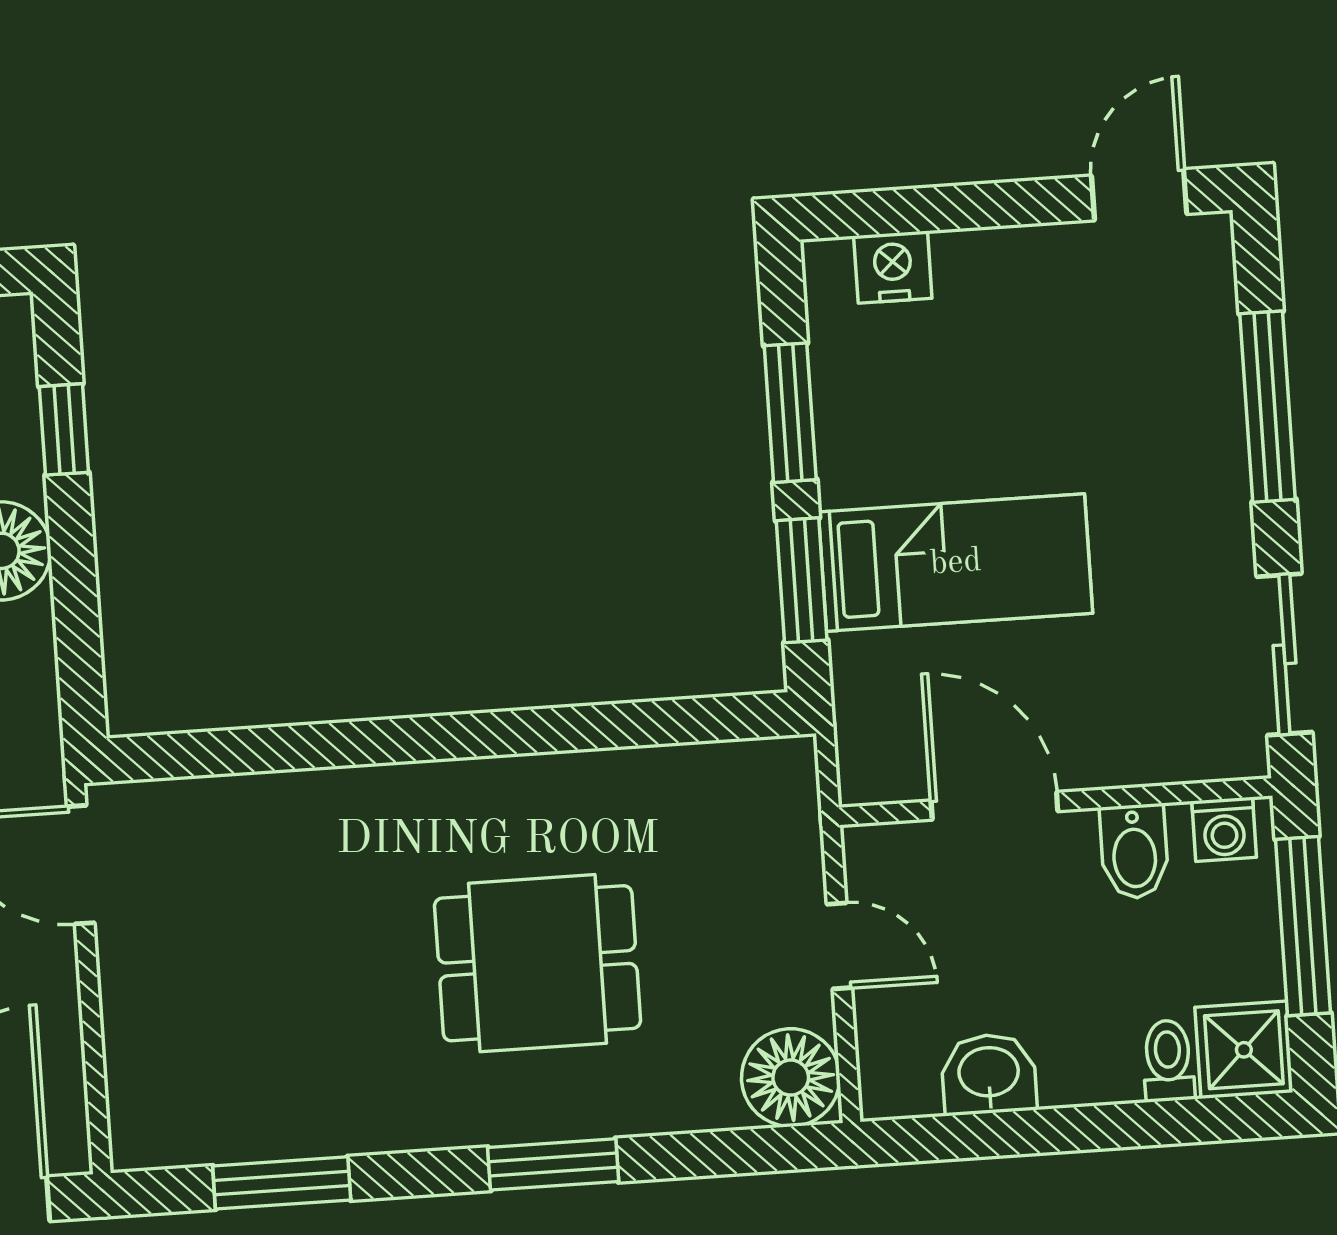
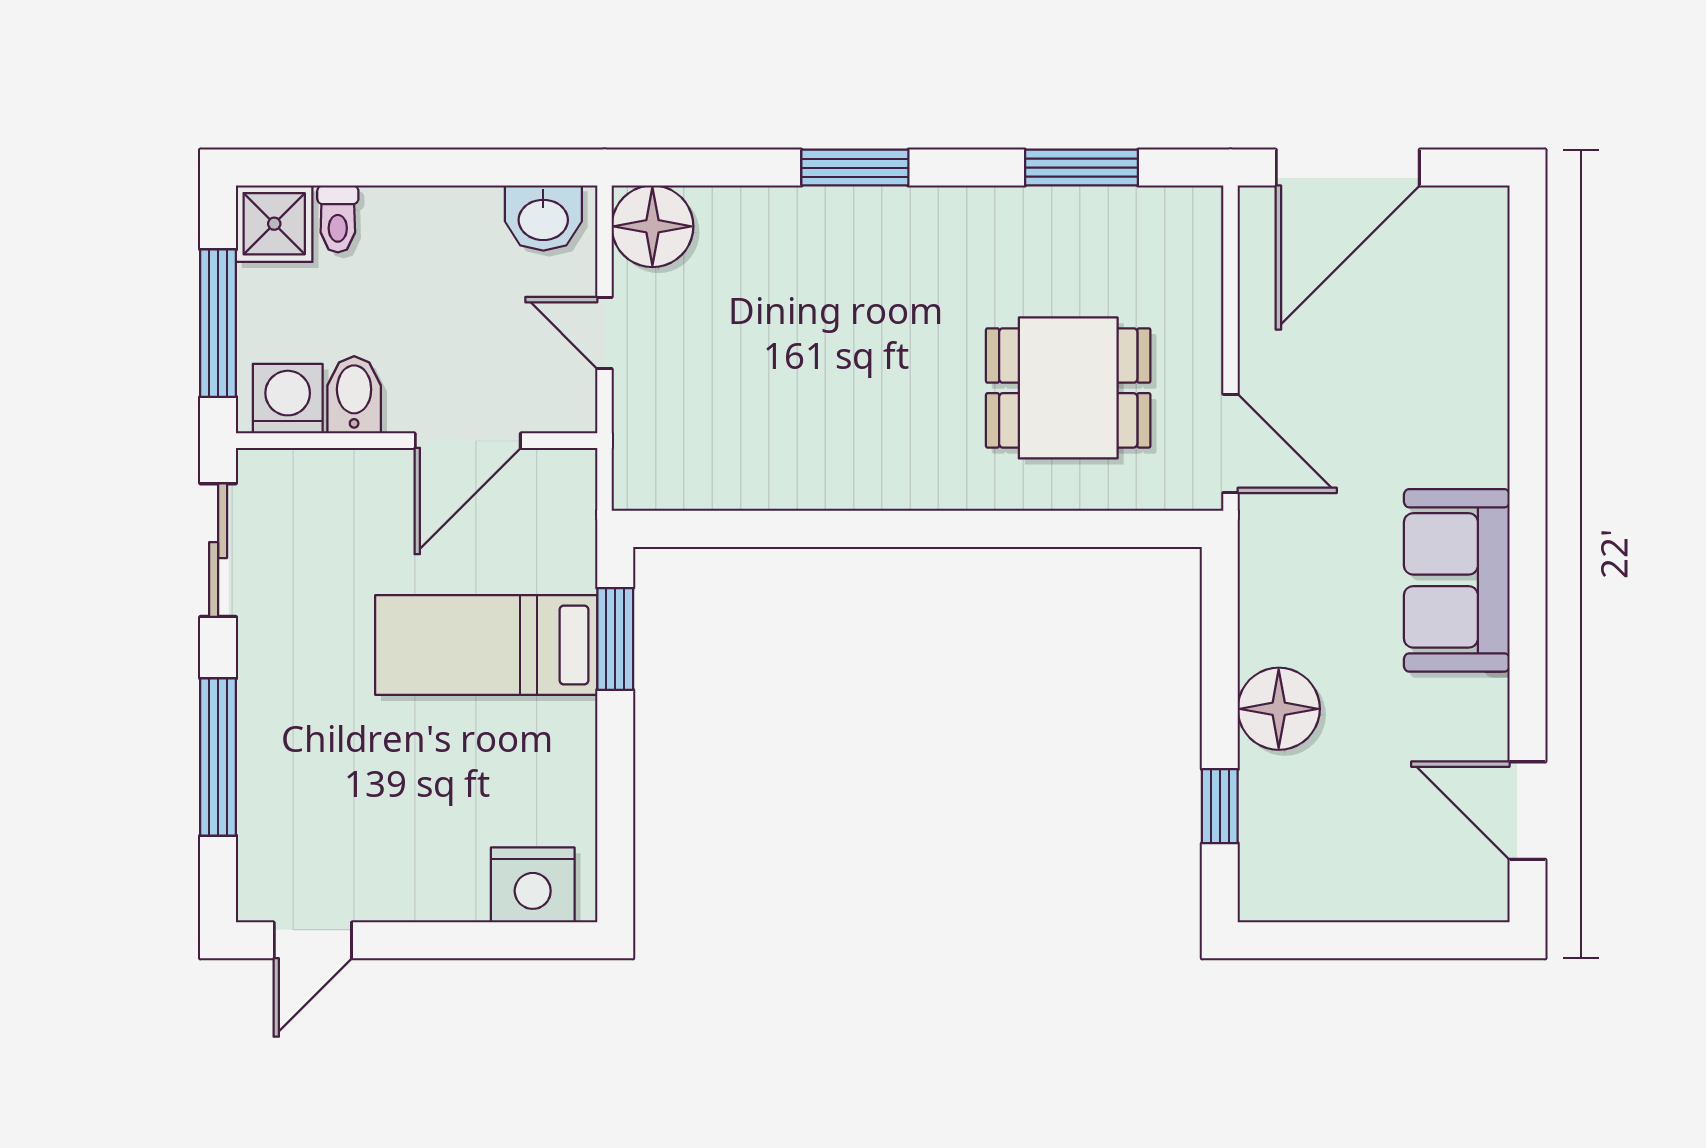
nightstand: (893, 267) -> (533, 885), width x1.36, depth x1.33
window: (790, 413) -> (615, 779), removed
door: (994, 806) -> (468, 441), hinge flipped
washing machine: (1224, 829) -> (288, 399), width x1.38, depth x1.38
dining table: (538, 963) -> (1068, 388), moved
washbasin: (989, 1074) -> (543, 218), moved

